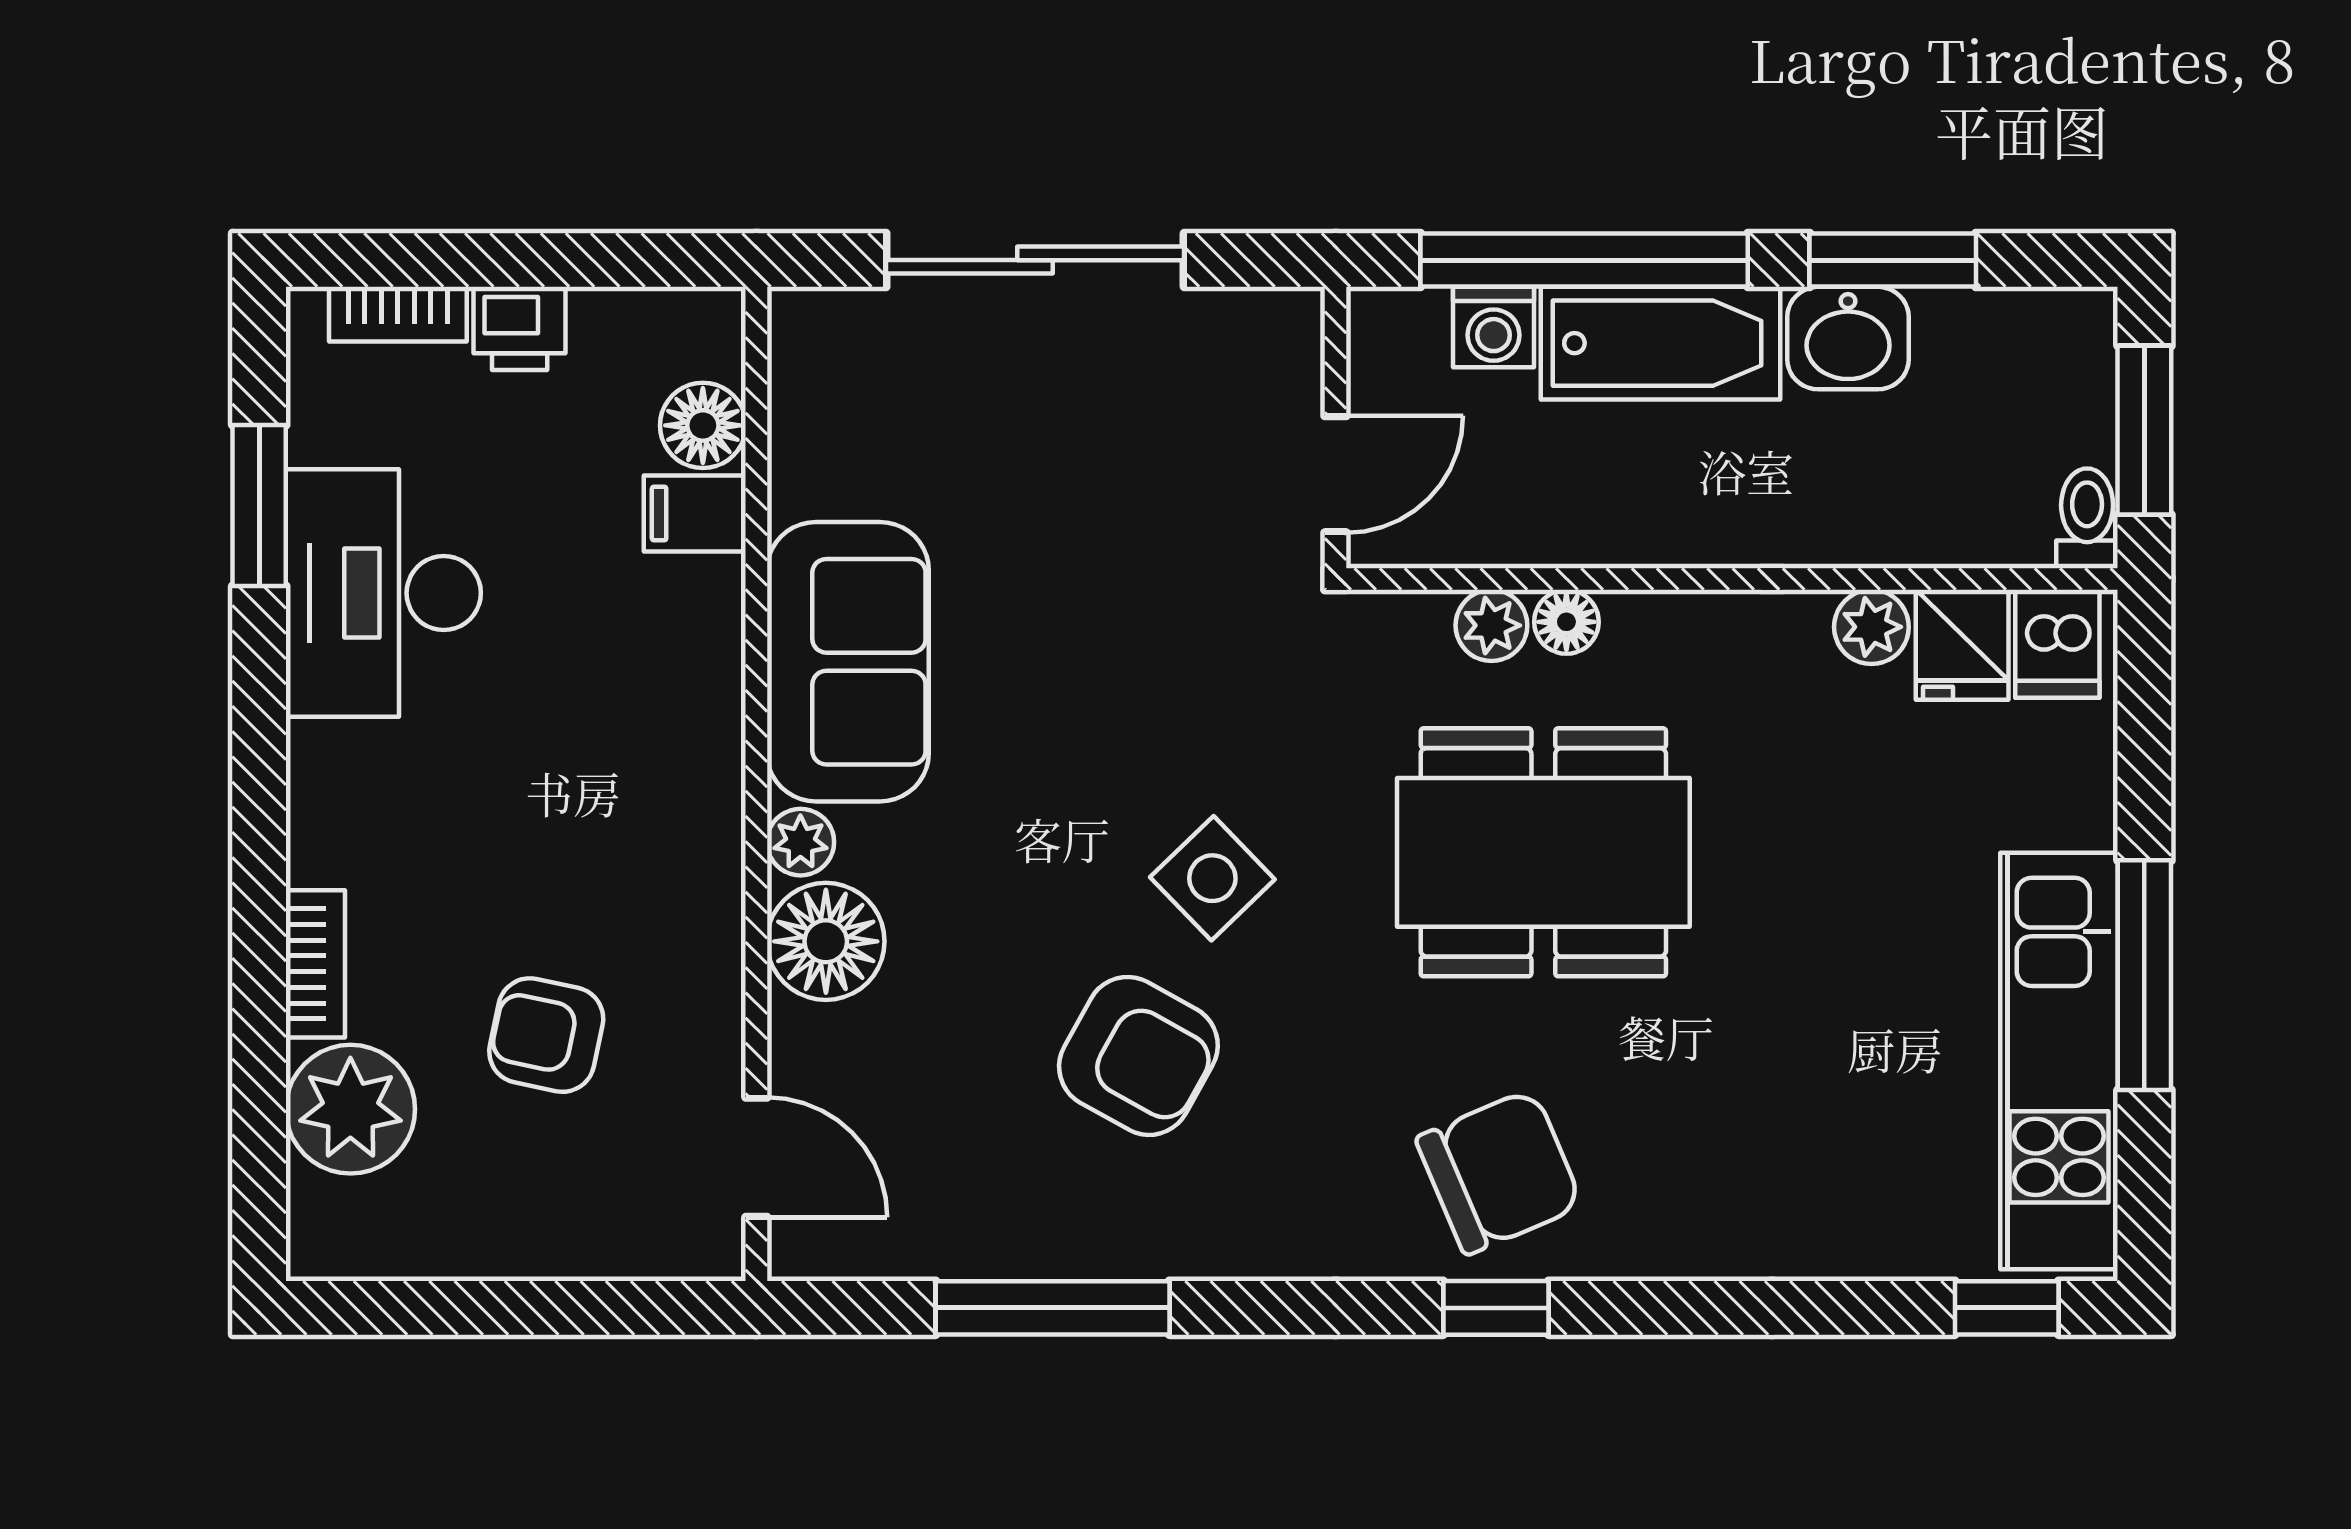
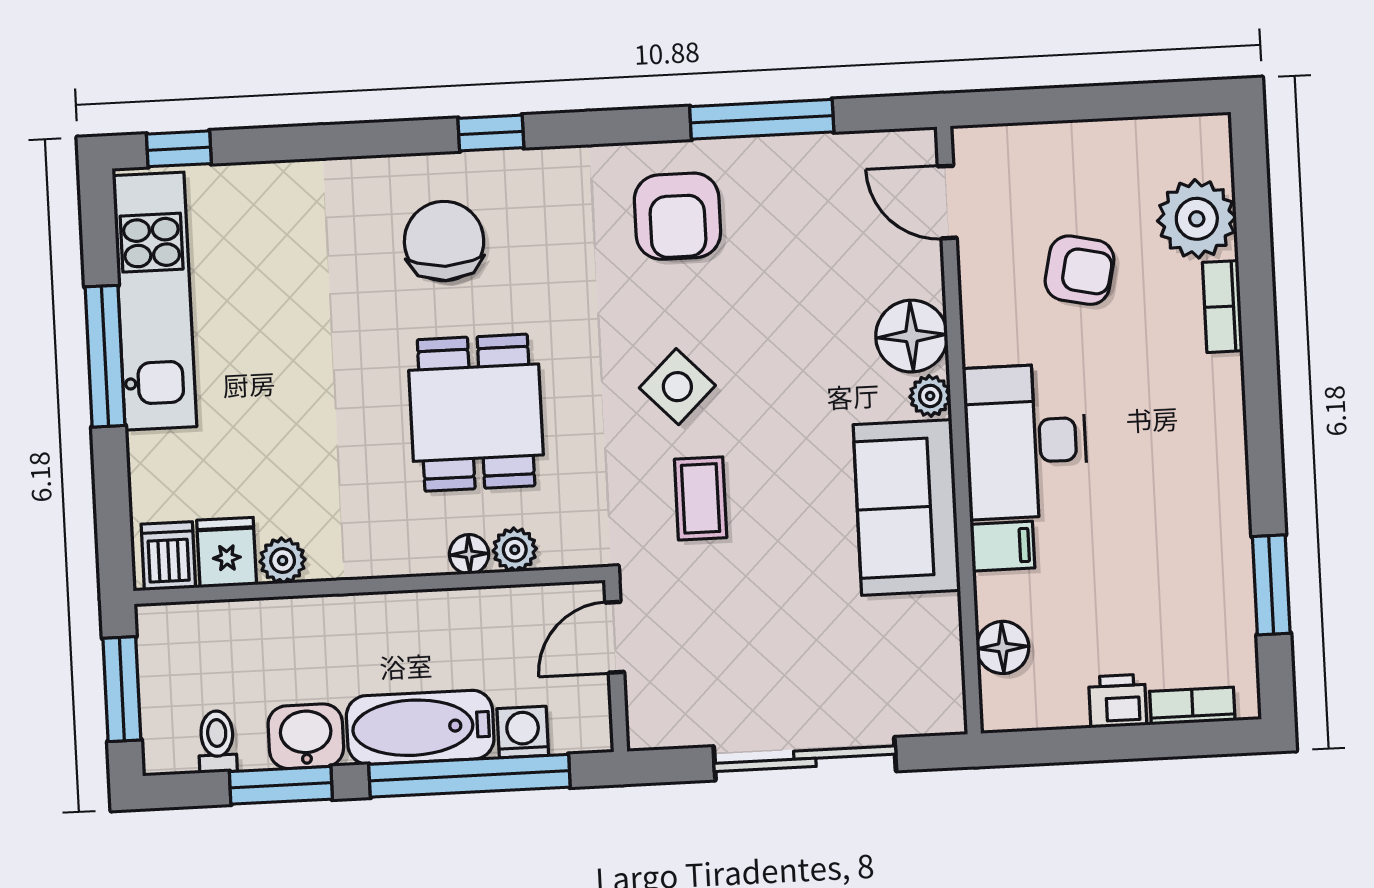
filing cabinet: (695, 514) -> (1002, 546), moved
toilet: (2087, 518) -> (217, 742), moved, turned 180
desk: (383, 593) -> (1026, 441), moved, turned 180
coffee table: (1184, 694) -> (701, 498), added
dining table: (1543, 852) -> (476, 413), width x0.73
armchair: (1138, 1056) -> (677, 216), moved, turned -119
chair: (1499, 1172) -> (444, 241), moved, turned 113

